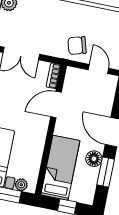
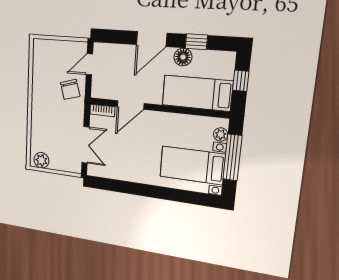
door: (56, 105) -> (131, 105), hinge flipped
window: (106, 172) -> (196, 42), width x0.67

